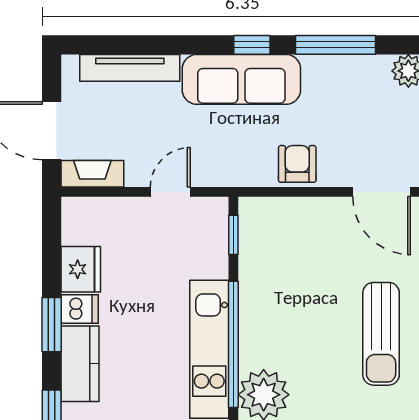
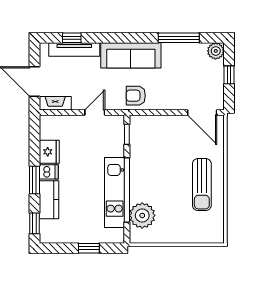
window: (252, 45) -> (72, 38), moved
armchair: (297, 164) -> (136, 96), moved, turned -90

